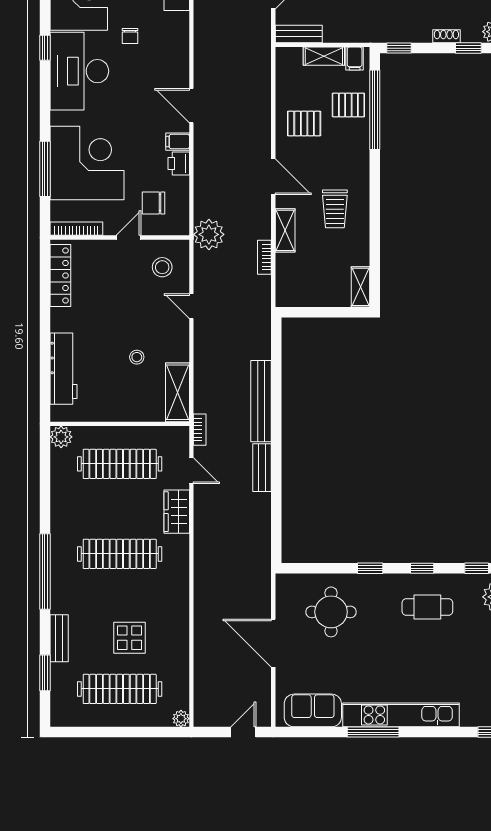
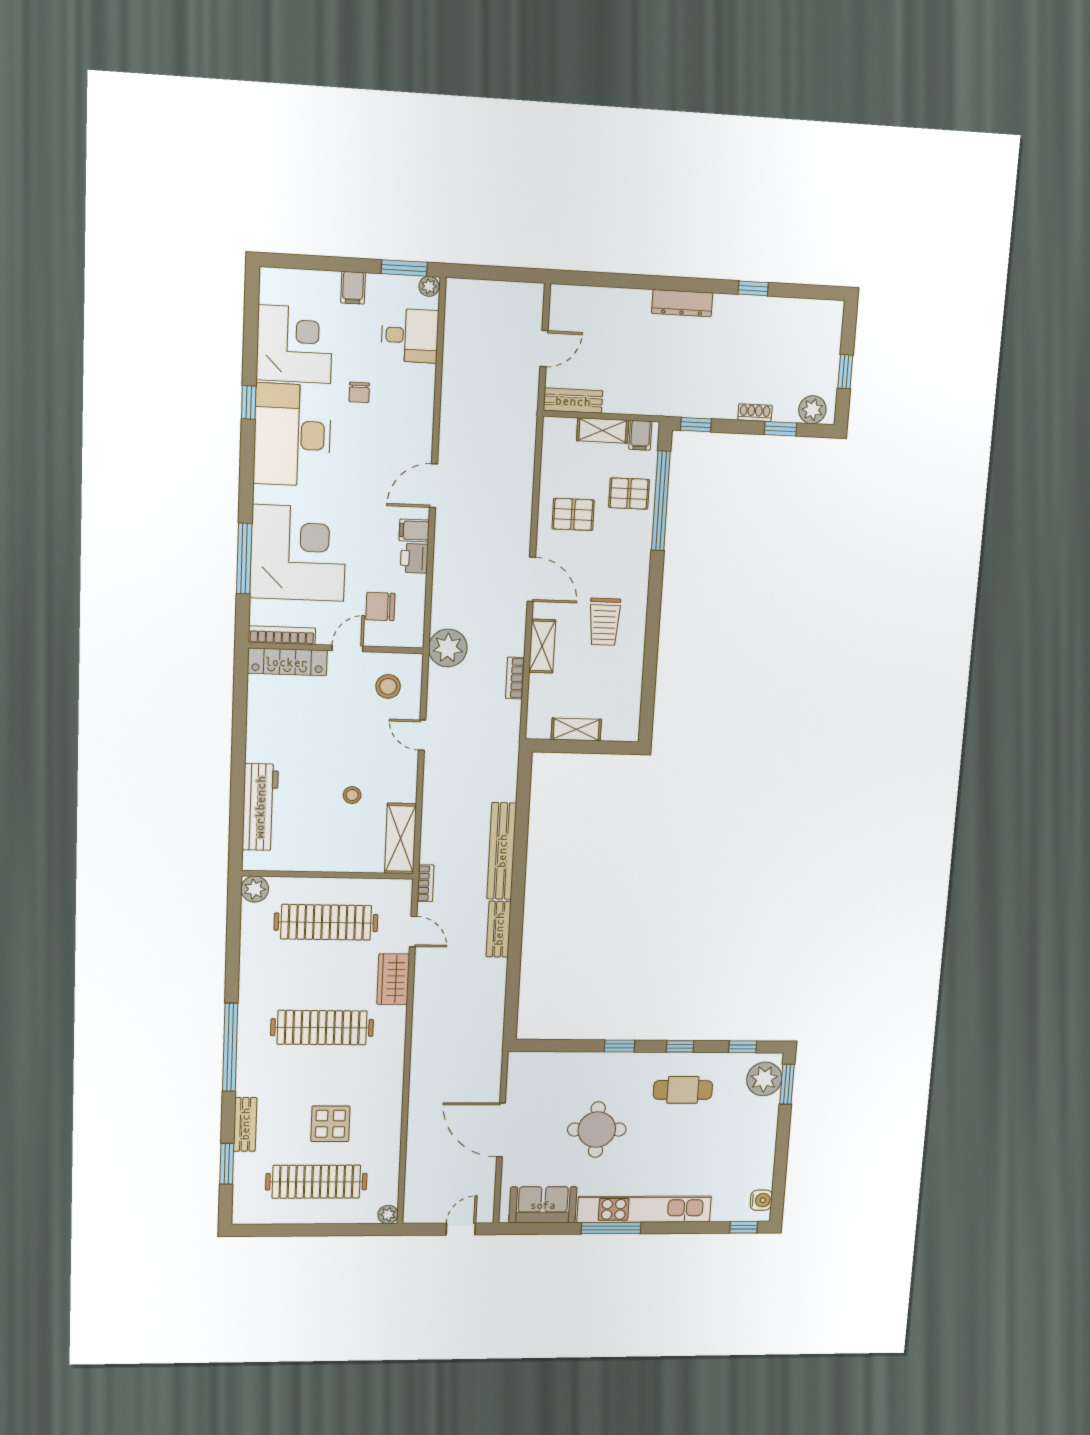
door: (191, 106) -> (434, 486), hinge flipped
locker: (60, 276) -> (287, 662), moved, turned 90
shelving: (360, 287) -> (576, 729), moved, turned 90
round table: (331, 612) -> (597, 1130), moved

